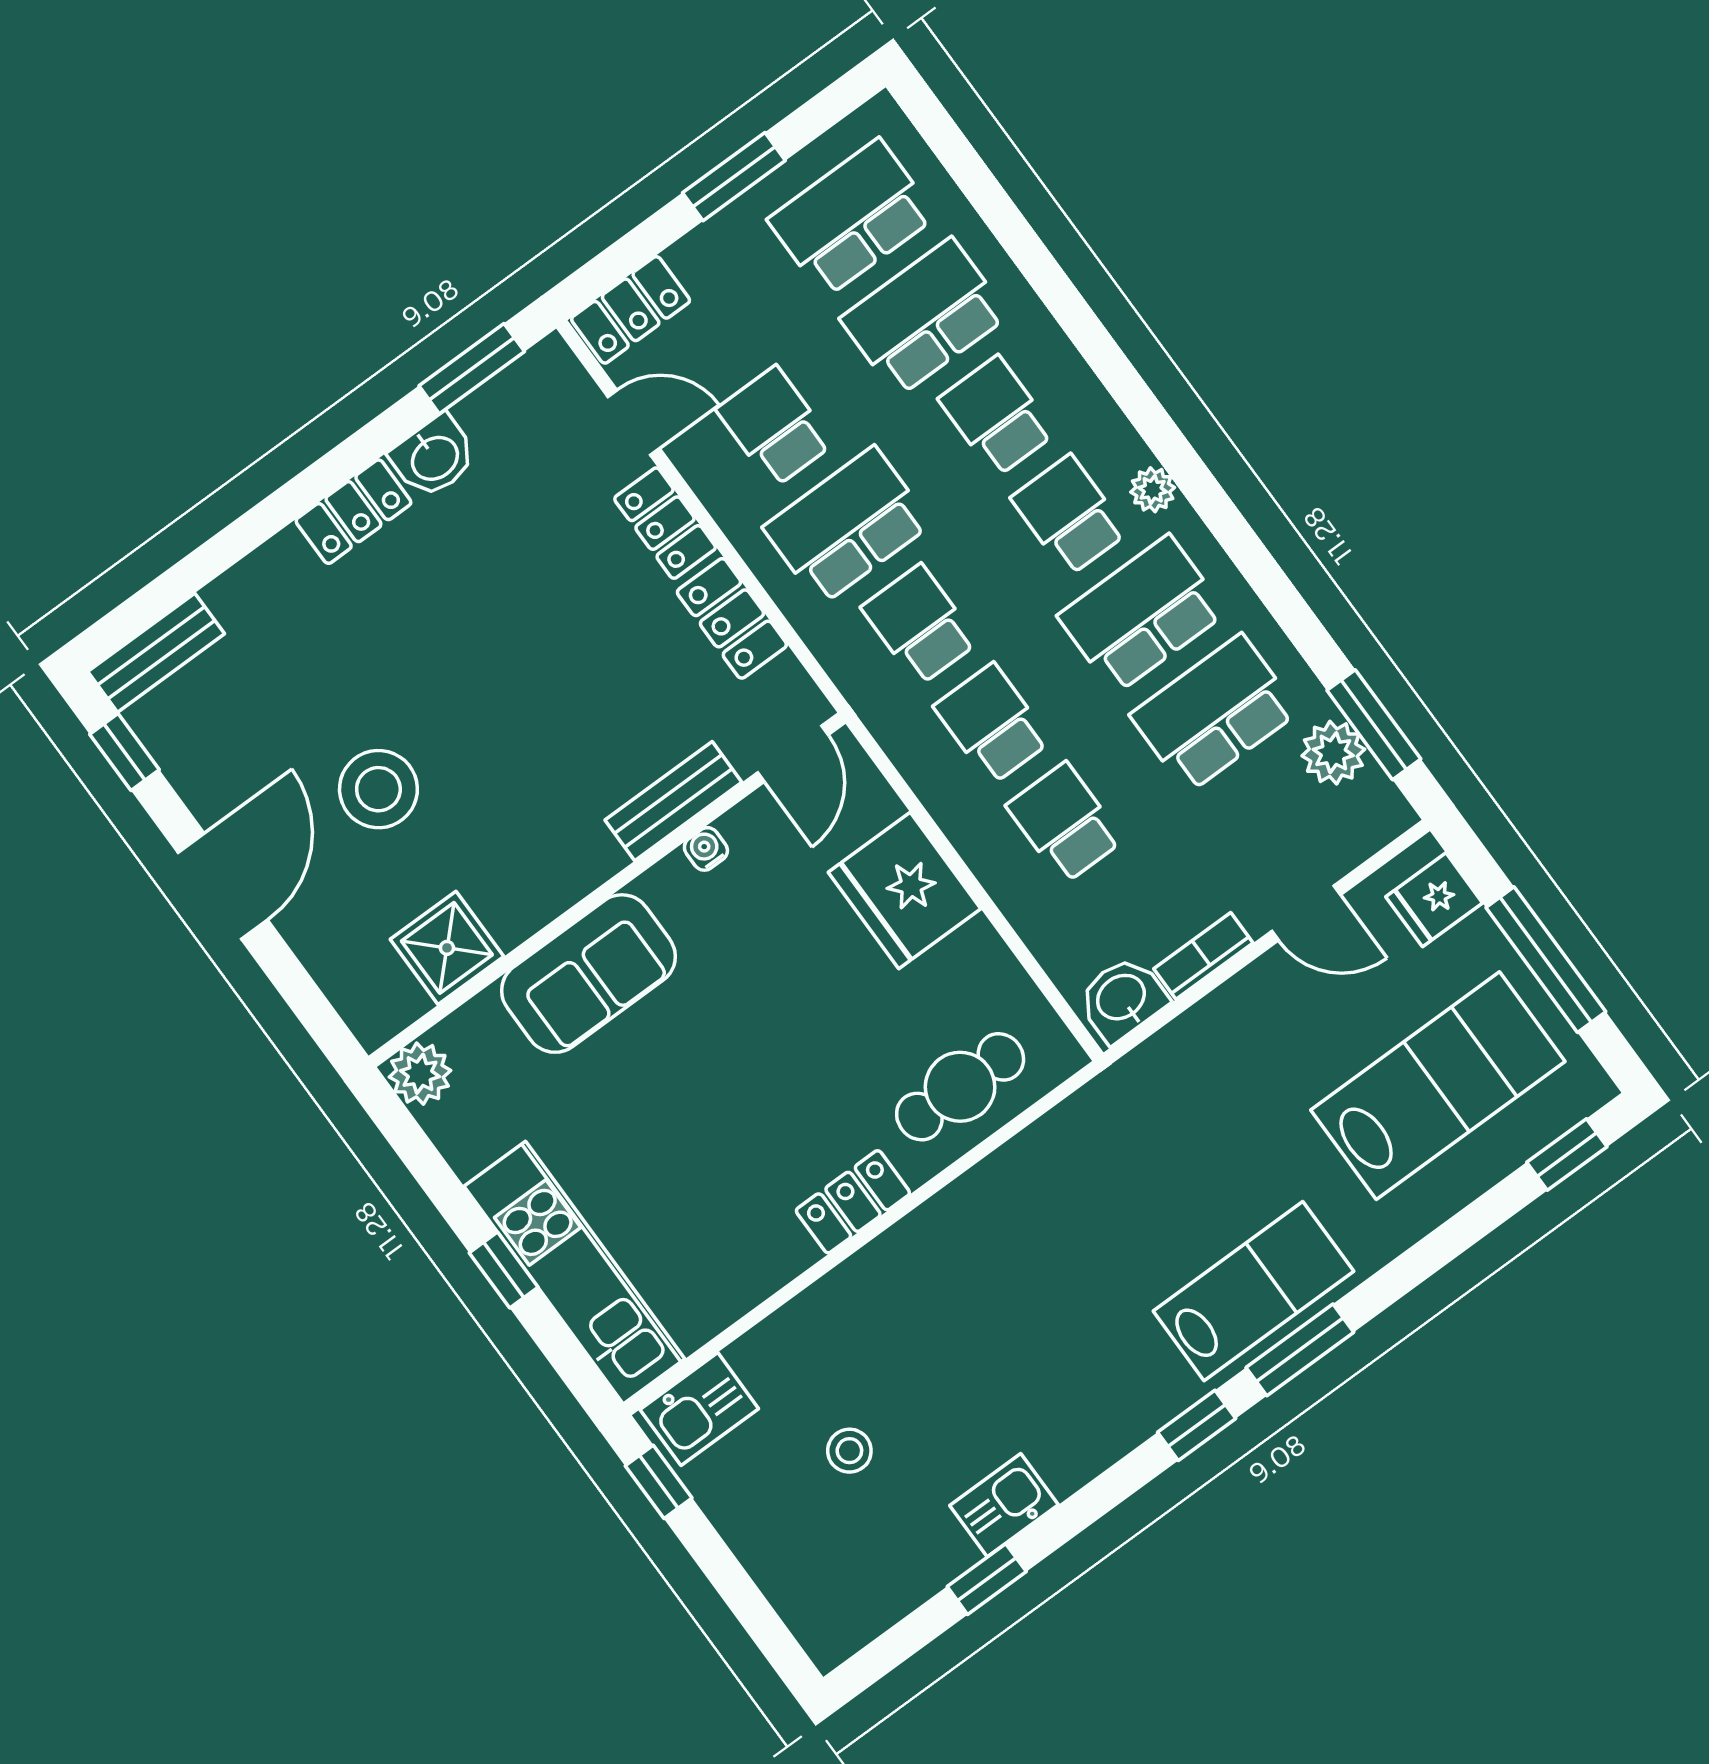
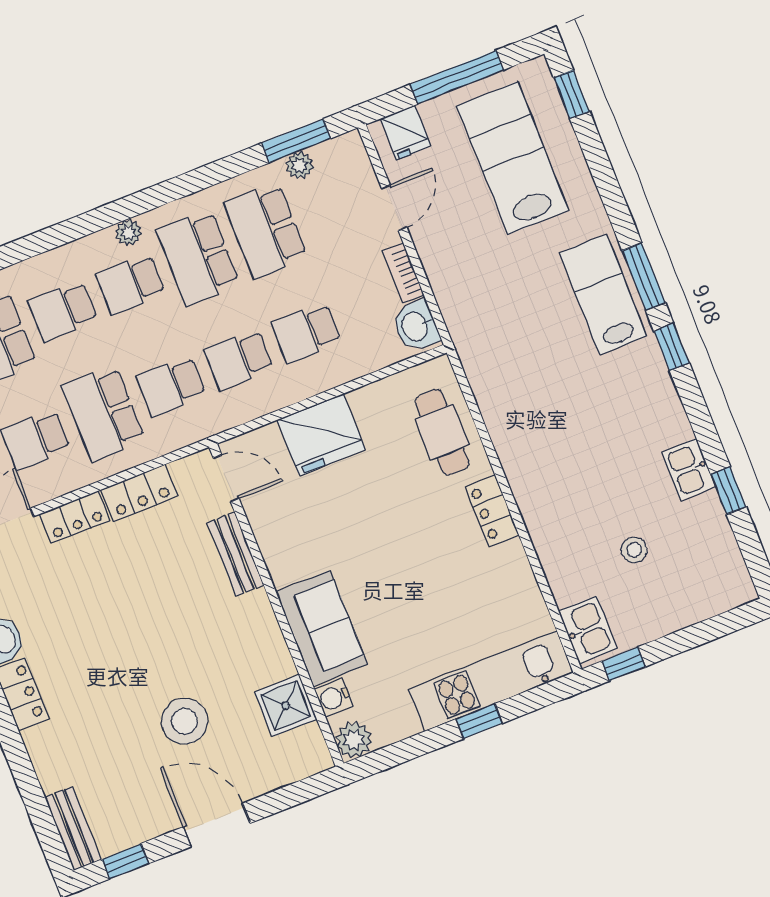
plant: (1333, 753) -> (300, 165), width x0.73, depth x0.73
water cooler: (706, 849) -> (334, 697), moved, width x1.38, depth x1.38

